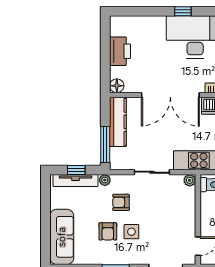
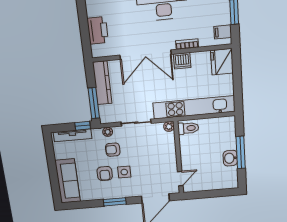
printer: (120, 51) -> (98, 30), moved
floor lamp: (117, 86) -> (97, 51), removed
window: (76, 170) -> (83, 126), moved
plant: (105, 180) -> (108, 132), moved

